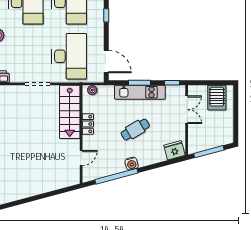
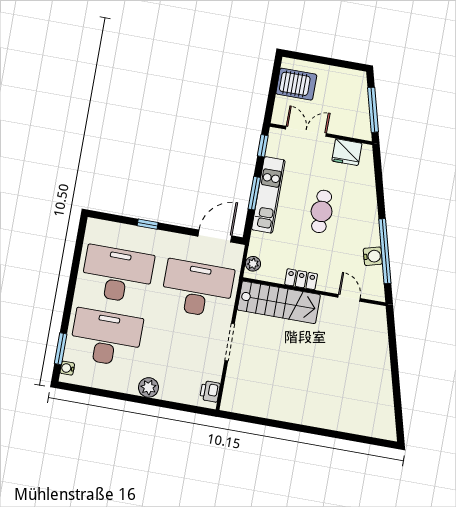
cafe table: (135, 130) -> (322, 211), turned 30
fridge: (174, 150) -> (347, 152), moved, turned -75
water cooler: (132, 164) -> (373, 256), moved

